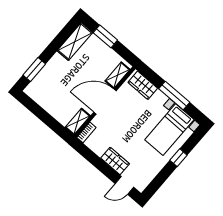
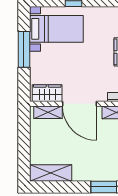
window: (105, 36) -> (24, 151), removed
wardrobe: (143, 85) -> (47, 93), moved, turned -90

